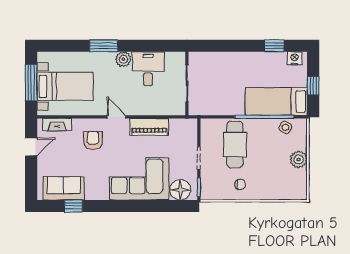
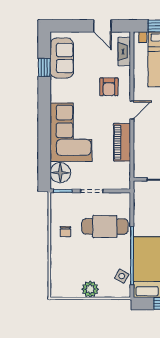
armchair: (93, 140) -> (109, 87), turned 90

